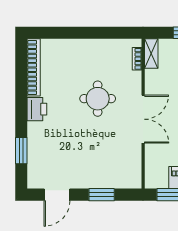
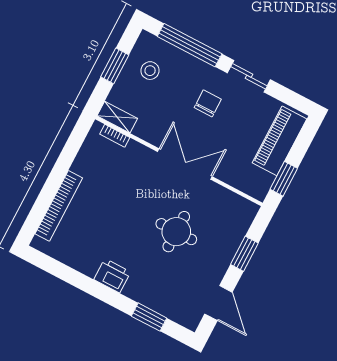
bookcase: (34, 67) -> (59, 206), moved, turned 90
round table: (98, 99) -> (176, 232), moved

